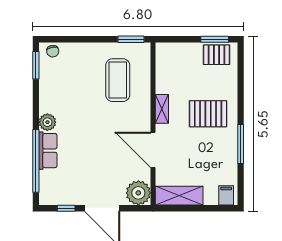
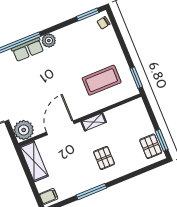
pallet: (208, 114) -> (104, 158), width x0.67, depth x0.71

